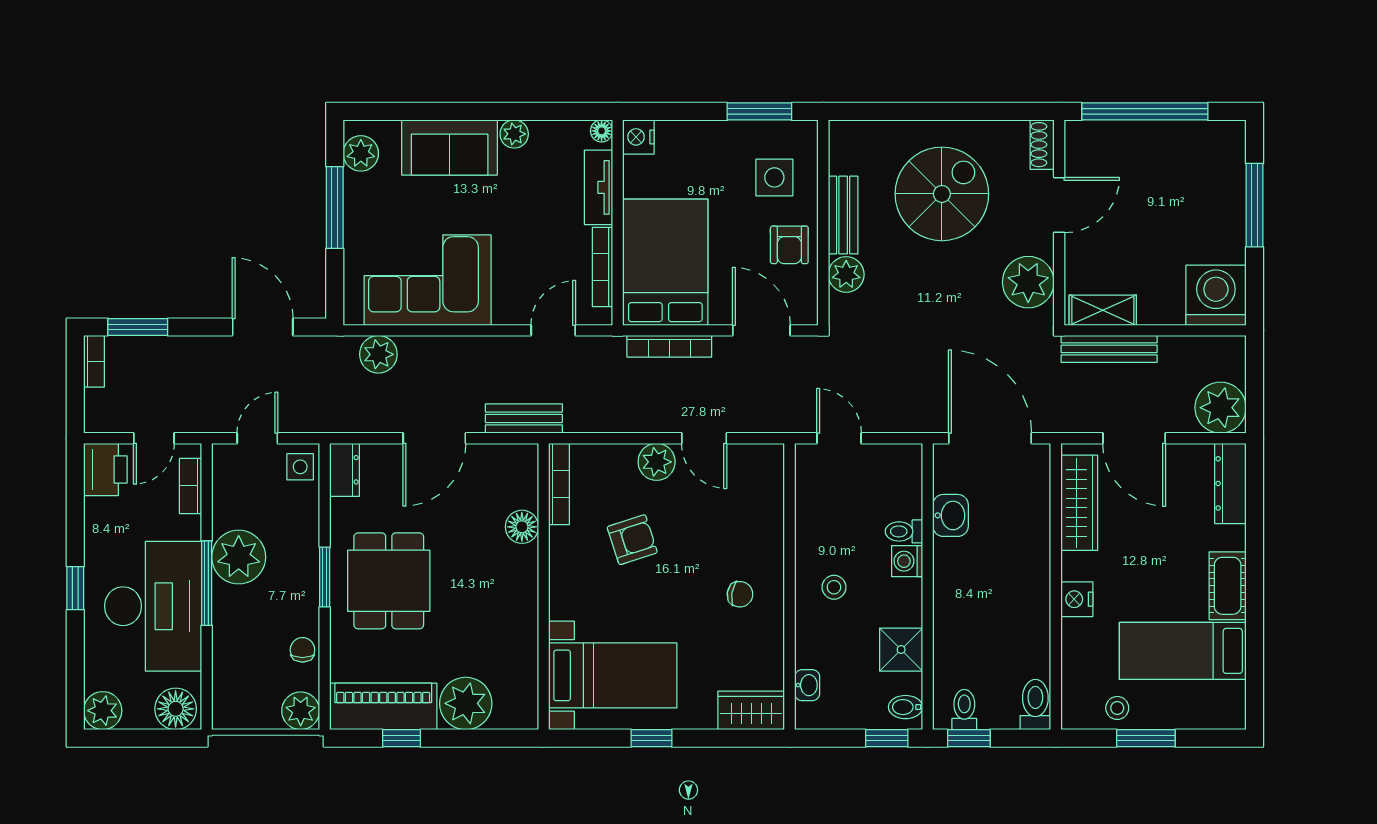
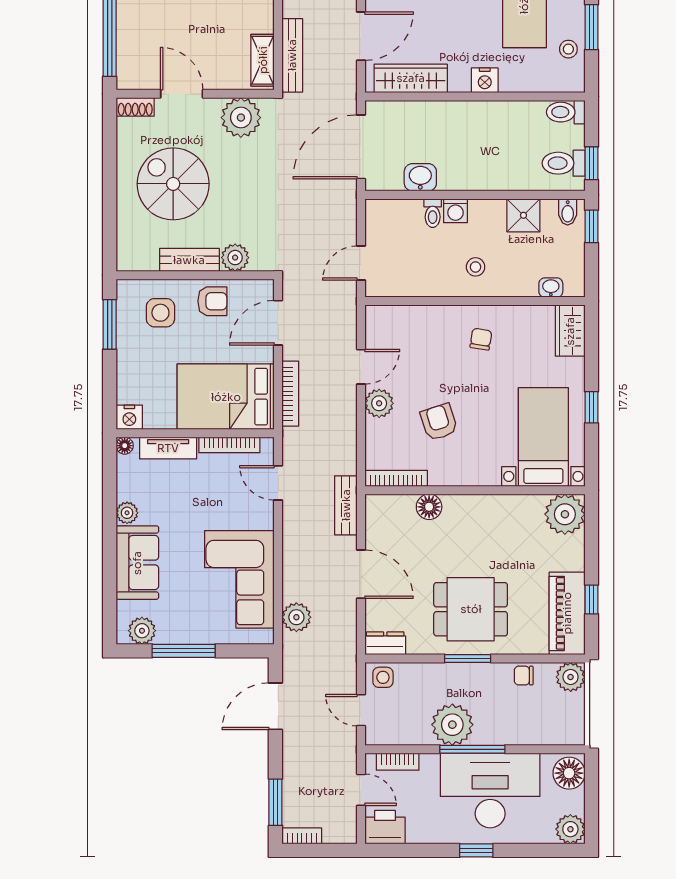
plant: (466, 703) -> (565, 514), moved
toilet: (964, 710) -> (564, 163), width x1.37, depth x1.39

